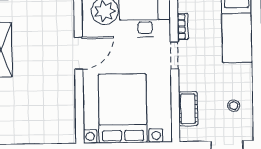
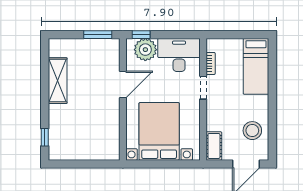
stool: (234, 106) -> (252, 131), width x1.89, depth x1.89
cot: (188, 109) -> (214, 146), moved

